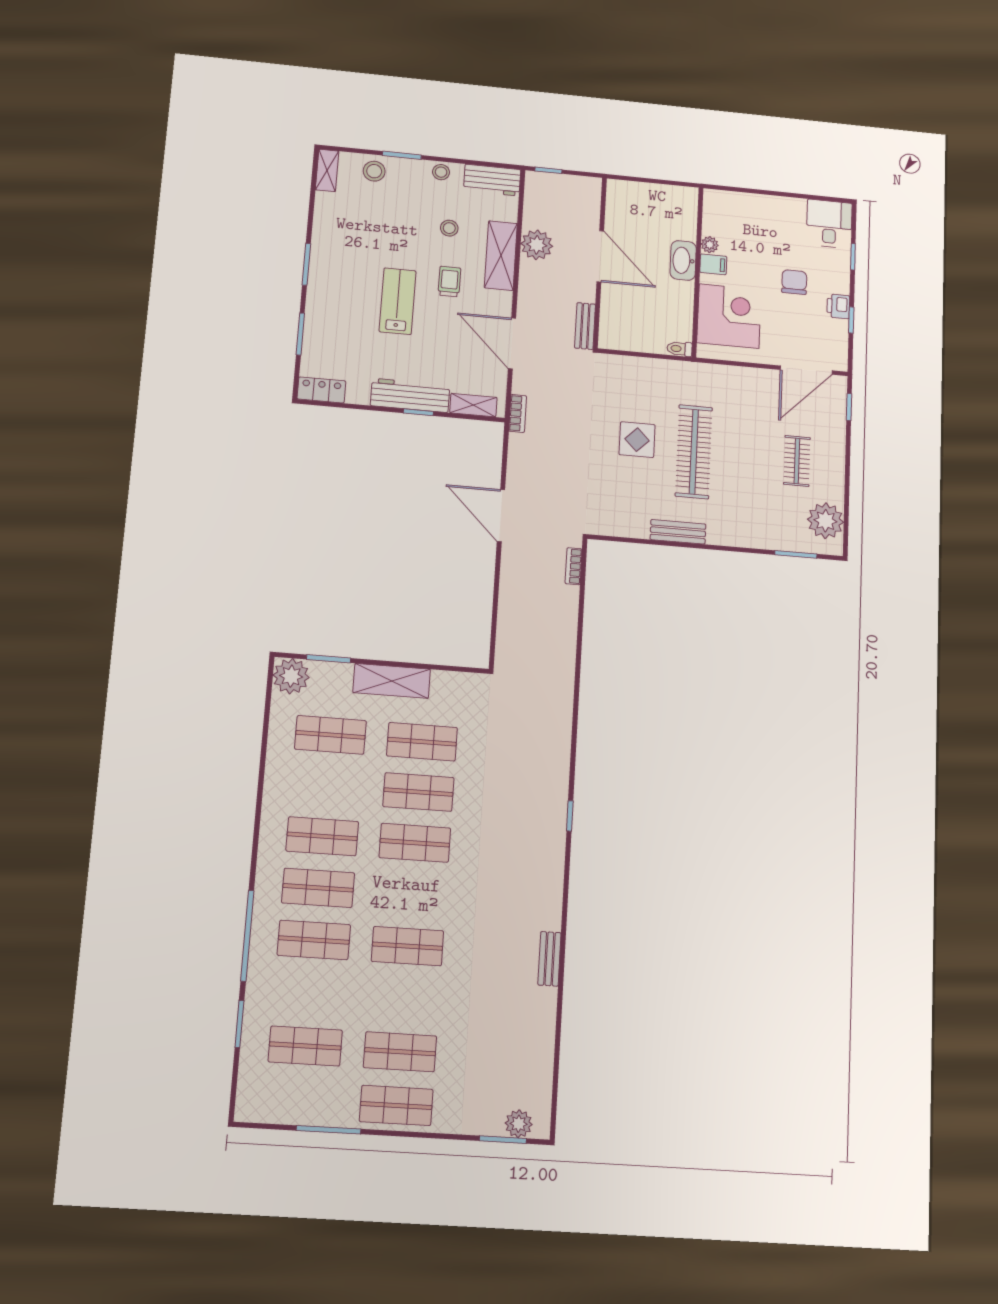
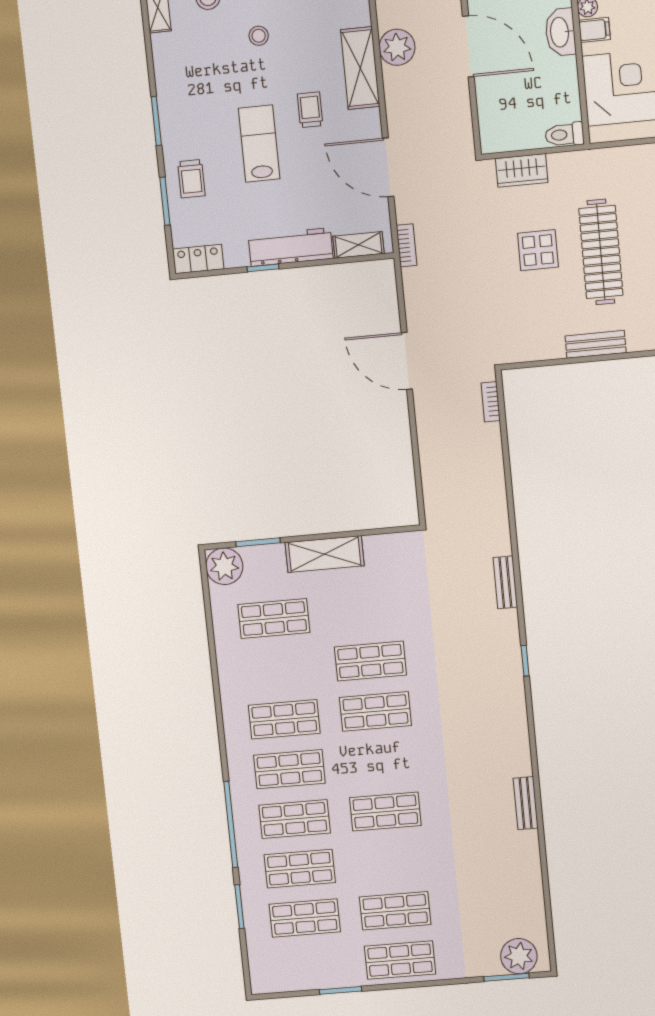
stool: (449, 228) -> (259, 36), moved
trolley: (329, 319) -> (191, 179), added
bench: (585, 326) -> (505, 582), moved
toilet: (680, 349) -> (564, 135), width x1.37, depth x1.39
wardrobe: (632, 369) -> (522, 170), added
window: (418, 412) -> (263, 268), moved
shop shelf: (422, 742) -> (300, 869), moved
plant: (519, 1124) -> (519, 956), width x1.36, depth x1.36
window: (329, 1130) -> (340, 990), width x0.69

